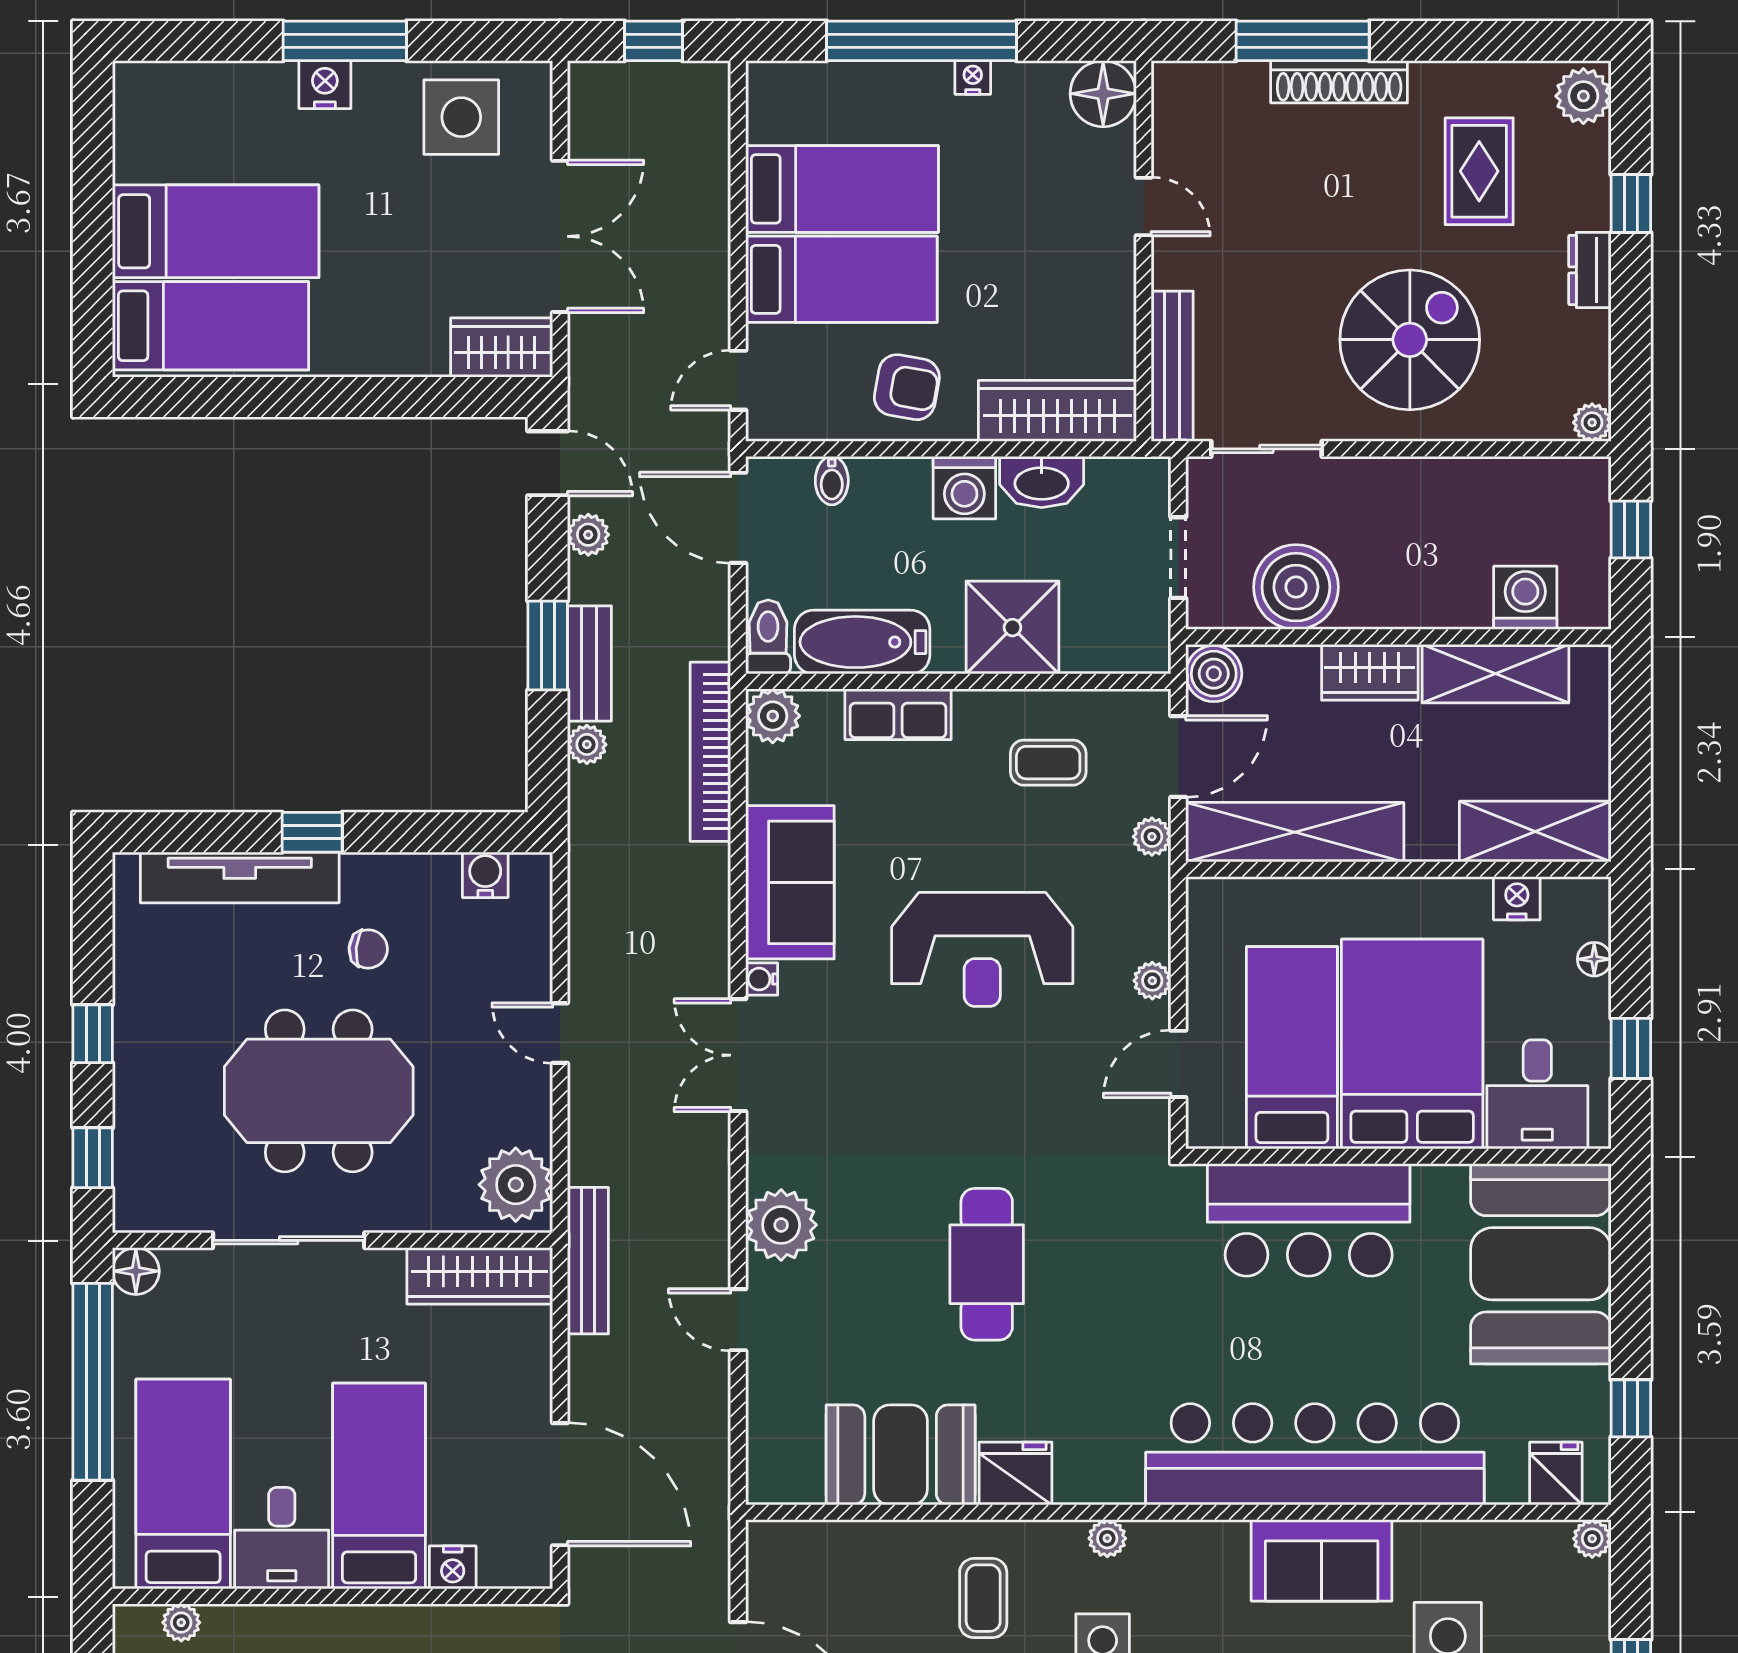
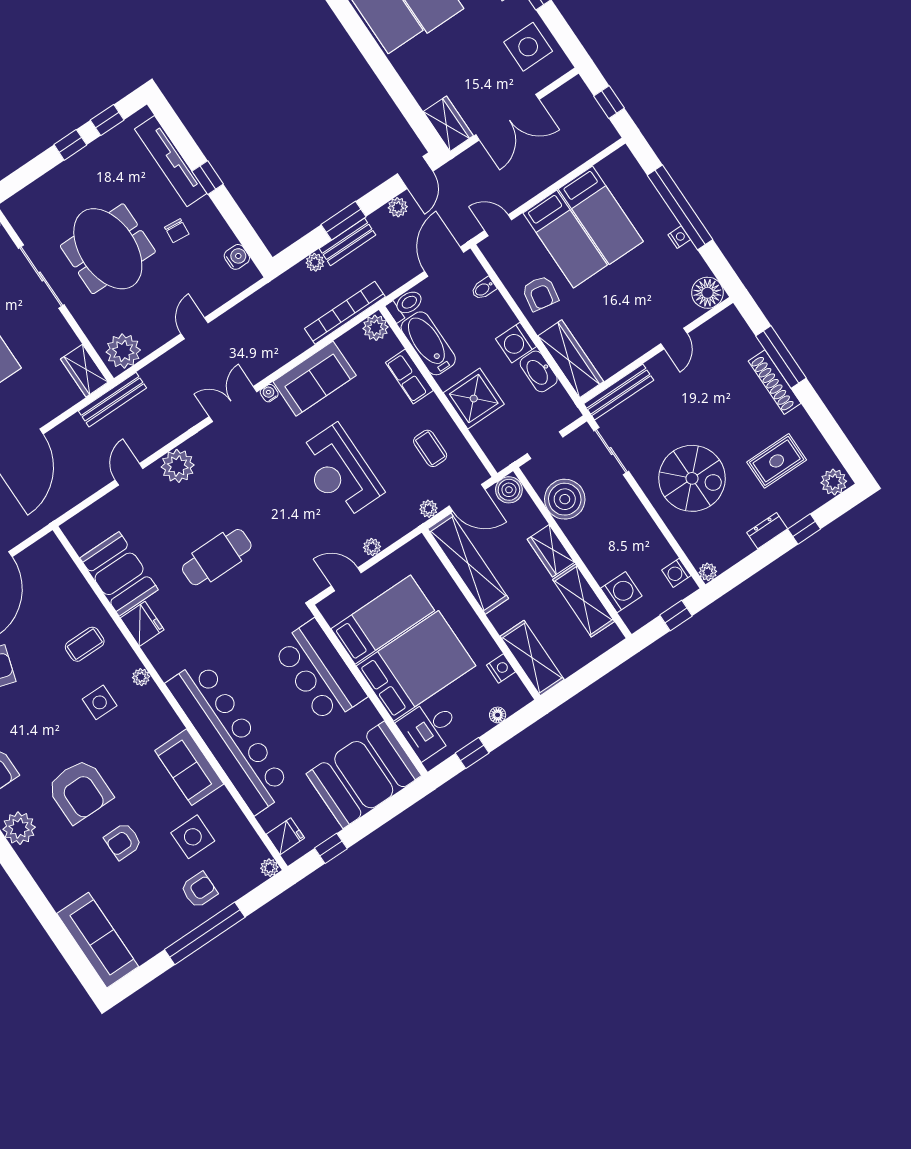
washing machine: (1557, 479) -> (676, 573), added
window: (93, 1158) -> (107, 120), moved
wardrobe: (480, 1276) -> (84, 371), width x0.67

